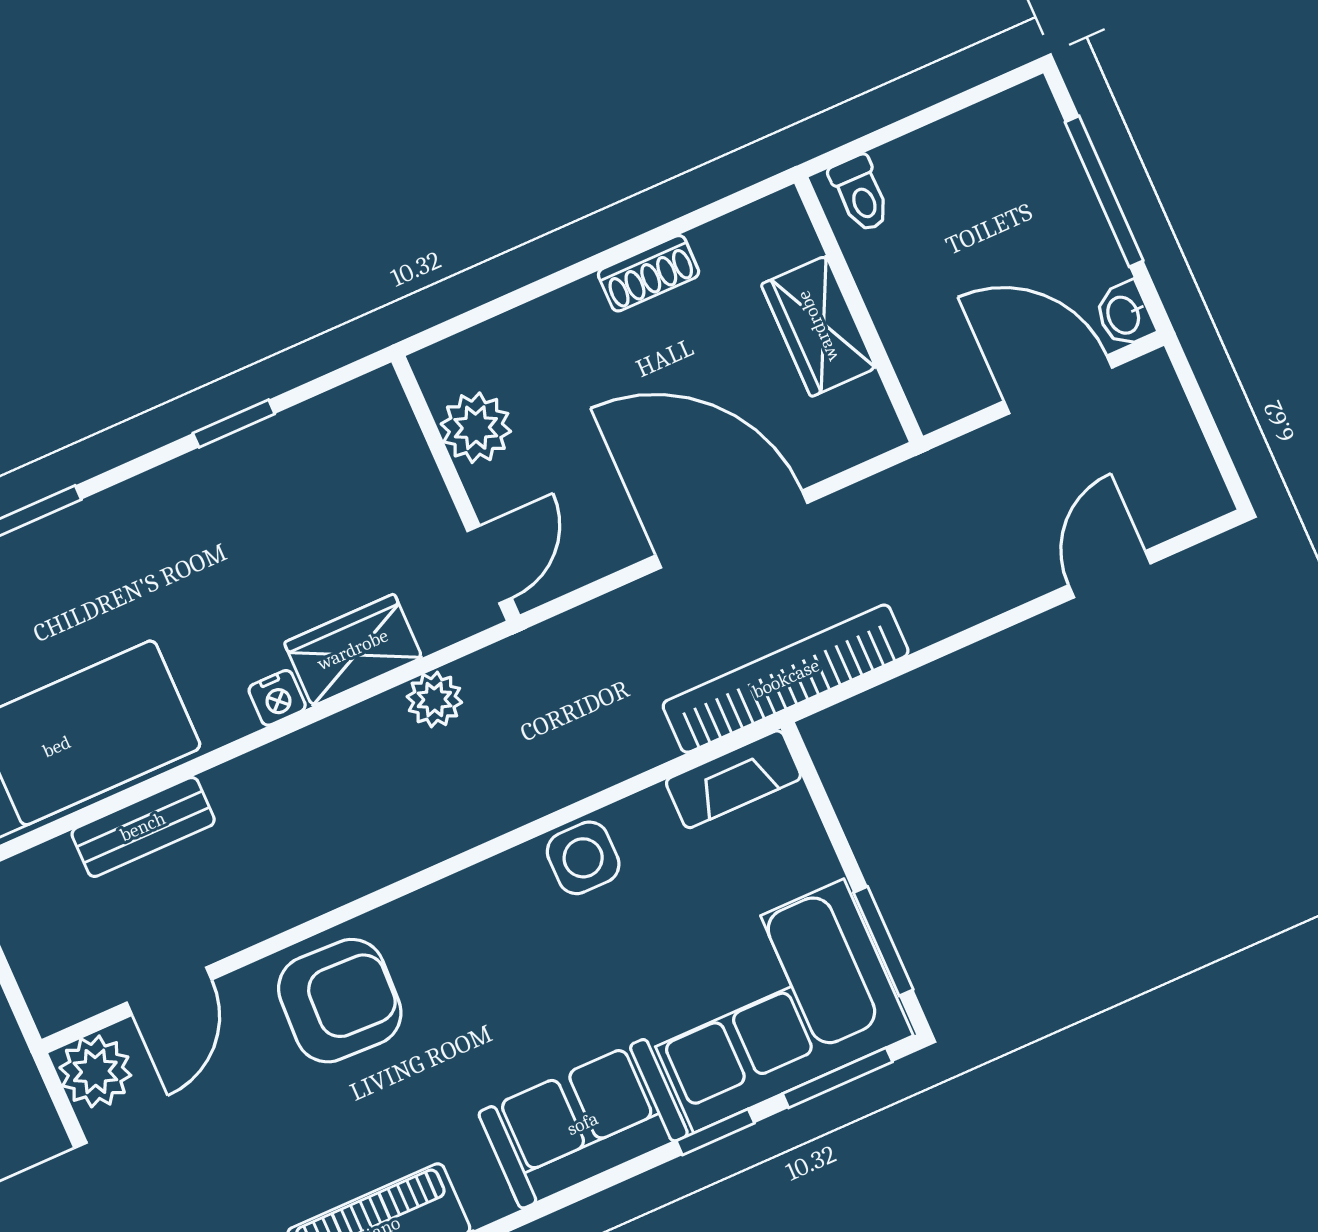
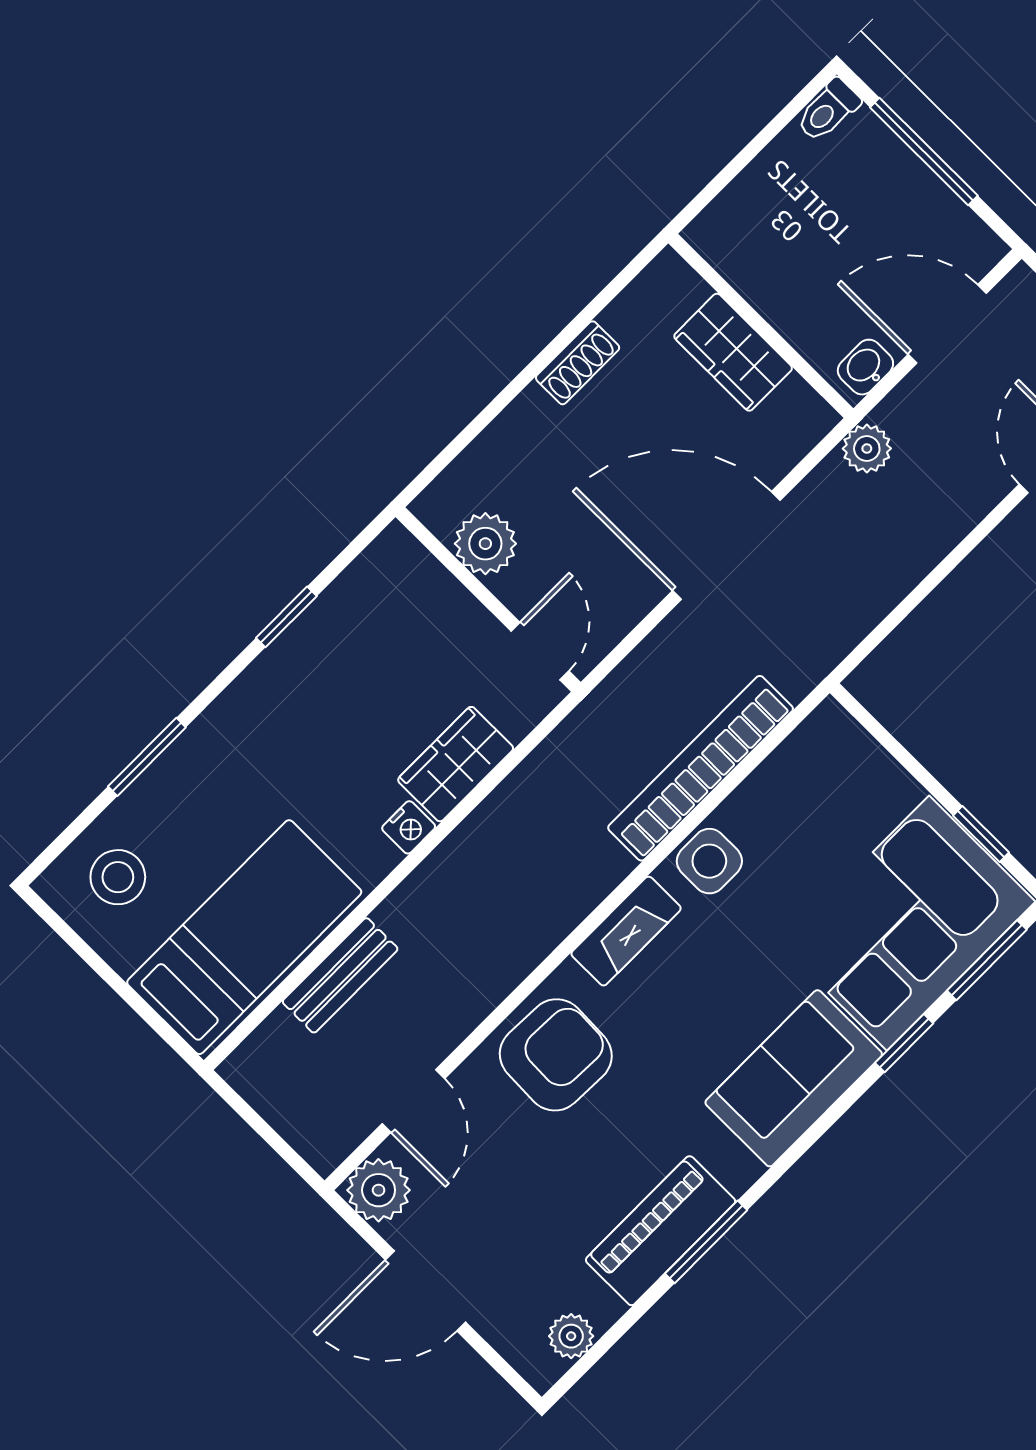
toilet: (860, 194) -> (828, 110), moved, turned 90
washbasin: (1124, 315) -> (865, 367), moved, turned 90
bookcase: (786, 679) -> (701, 768), moved
plant: (434, 699) -> (867, 449), moved
fireplace: (733, 779) -> (626, 931), moved
window: (883, 941) -> (981, 834), width x0.67

